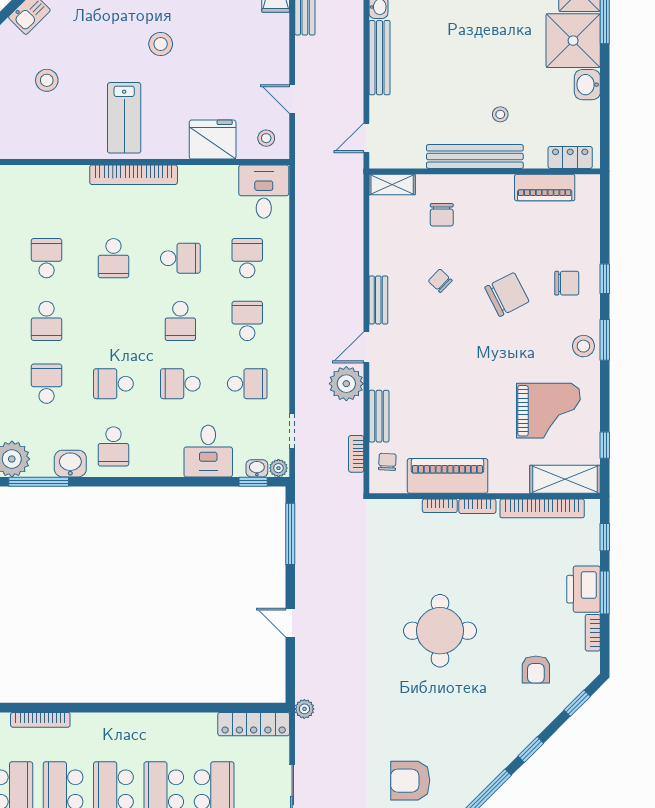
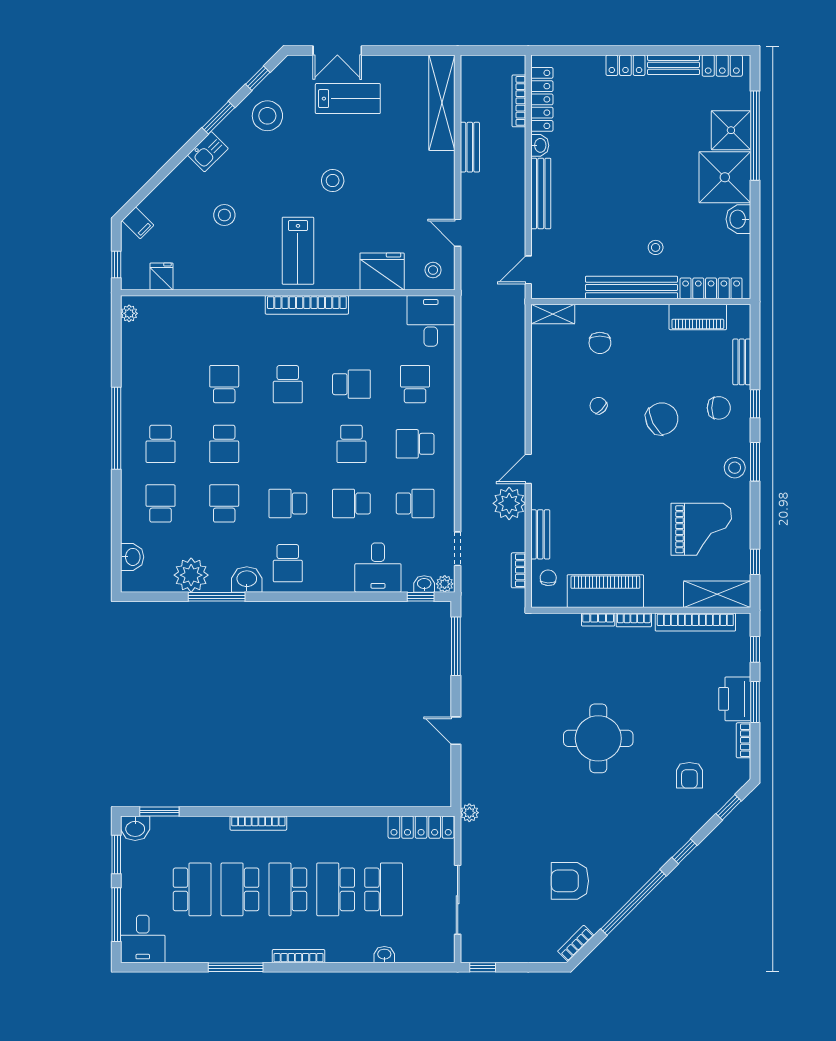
locker: (570, 157) -> (711, 288), width x1.53
bench: (378, 300) -> (742, 362), moved
school desk: (247, 321) -> (415, 444), turned -90
bookcase: (40, 720) -> (258, 823), moved

